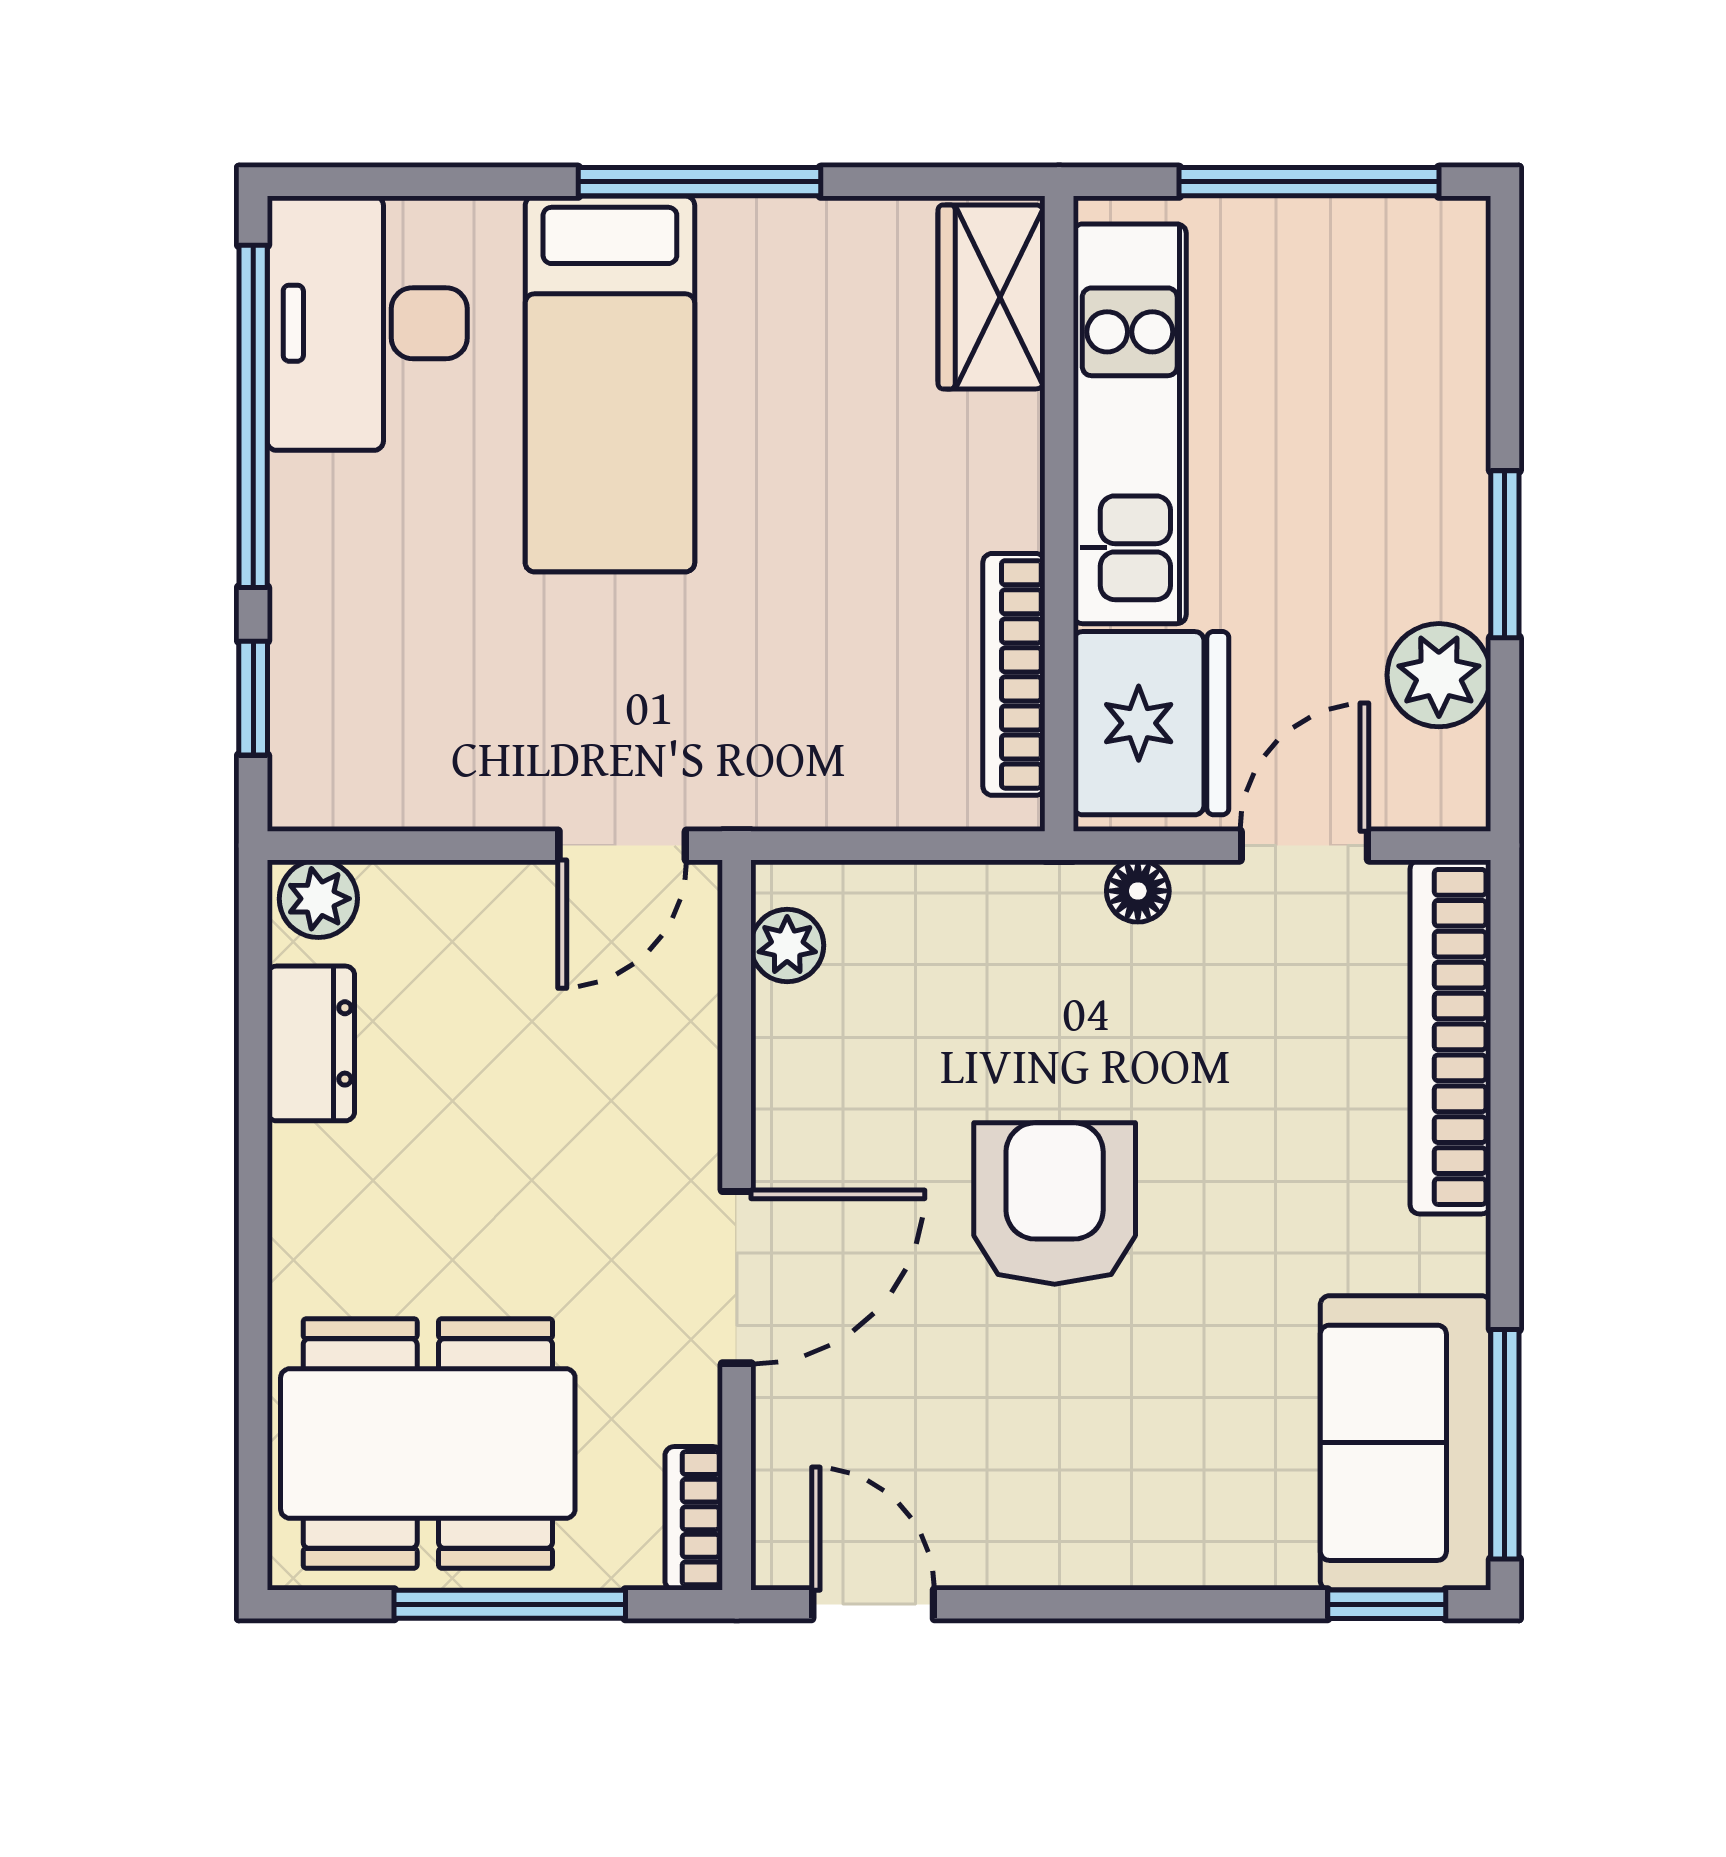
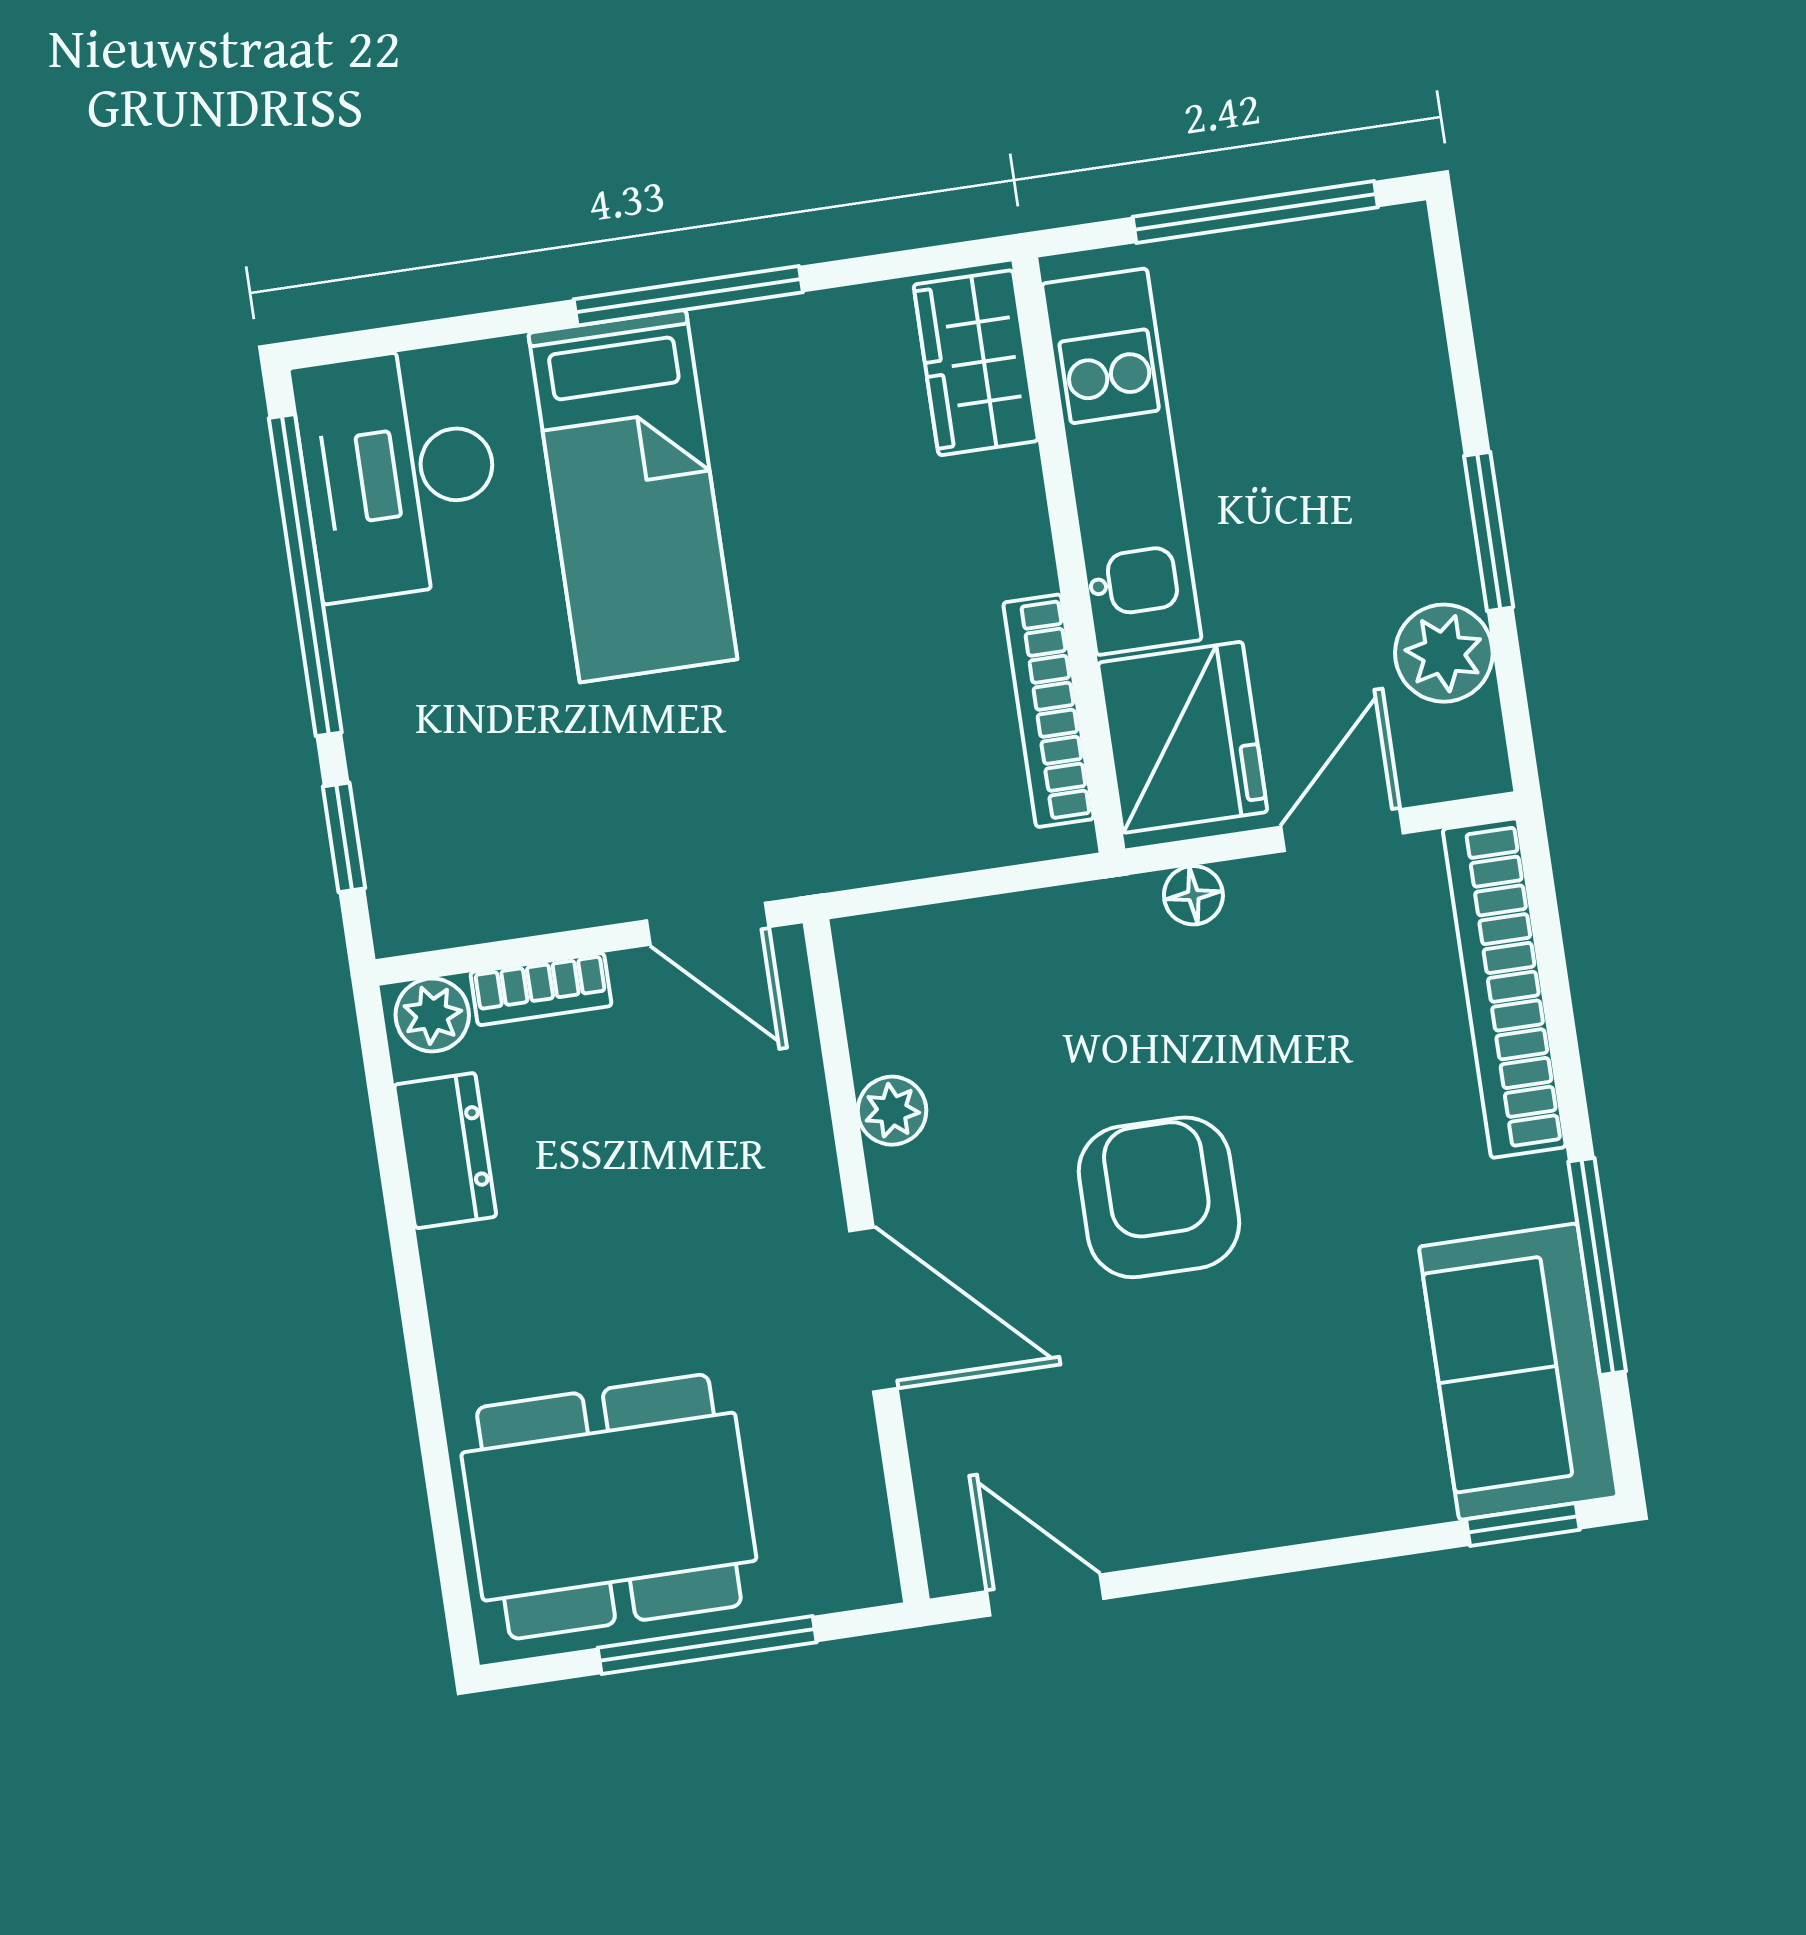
door: (622, 846) -> (708, 924), hinge flipped
plant: (787, 945) -> (892, 1111), moved
door: (737, 1277) -> (873, 1309), hinge flipped
window: (1505, 1444) -> (1597, 1266), moved
bookcase: (694, 1518) -> (541, 989), moved, turned -90

